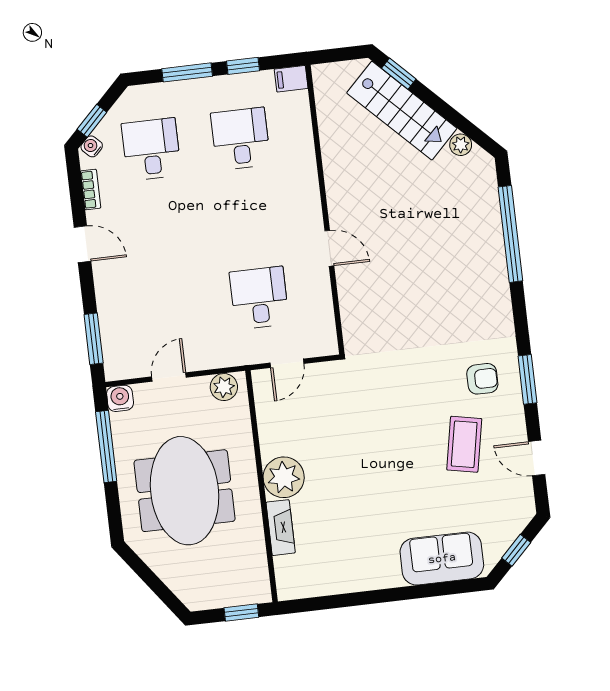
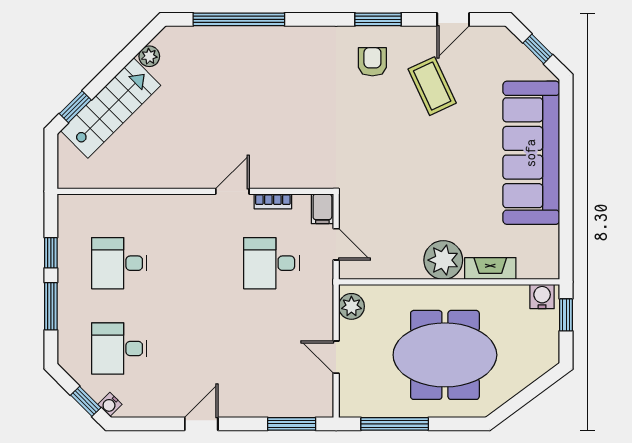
filing cabinet: (291, 79) -> (322, 209), moved
bookcase: (91, 189) -> (273, 201), moved, turned 180
water cooler: (120, 398) -> (542, 297), moved, turned 90
coffee table: (464, 444) -> (432, 86), turned 54
sofa: (442, 559) -> (531, 153), width x1.85, depth x1.27

